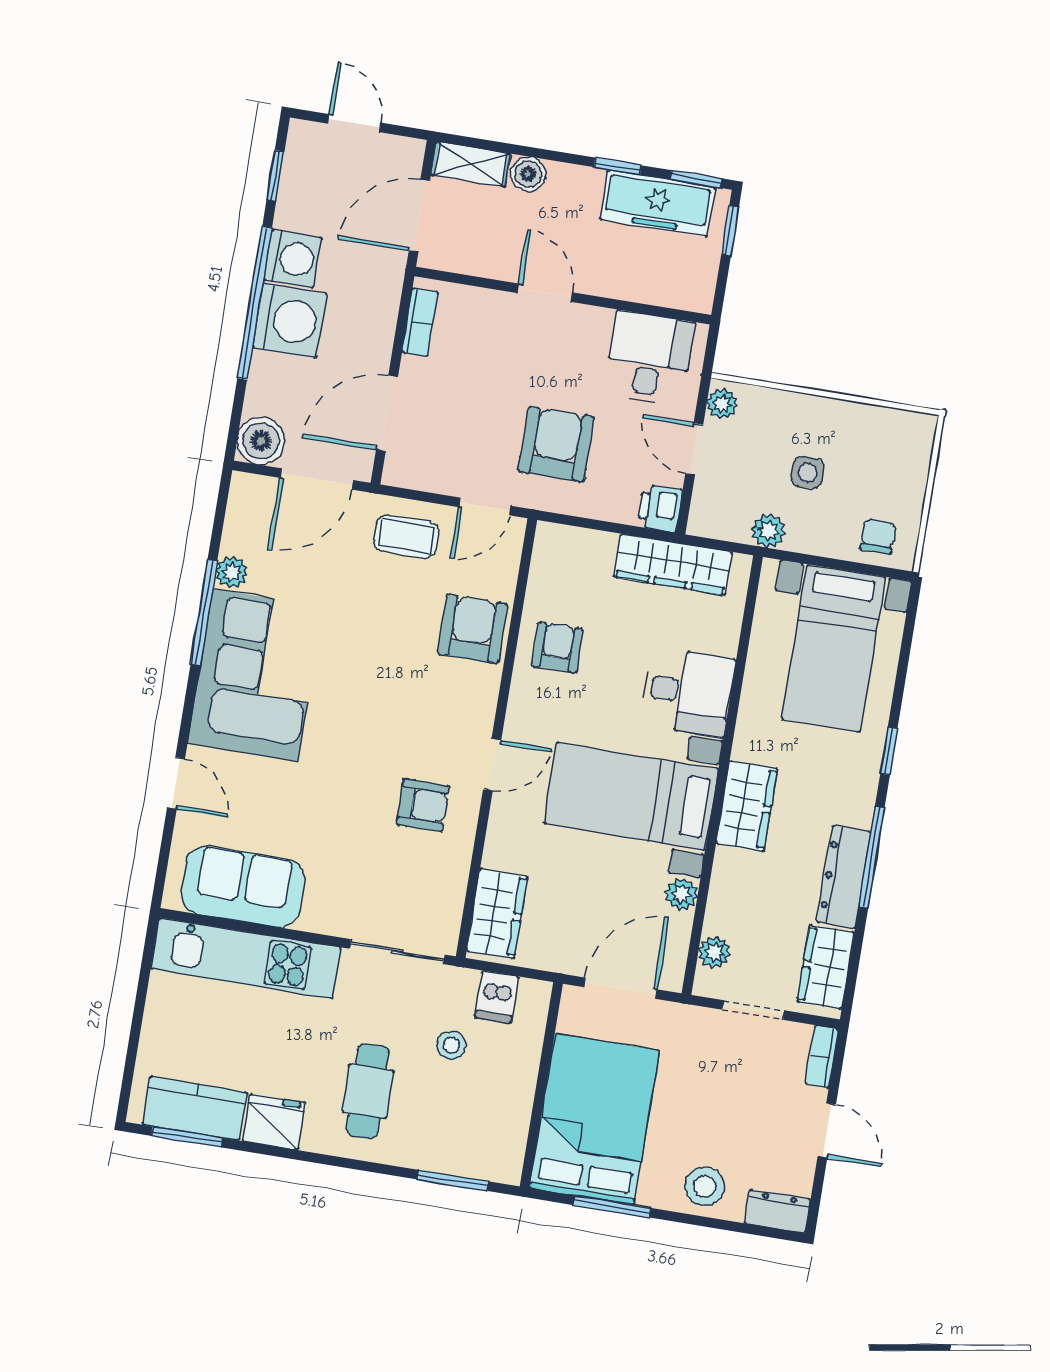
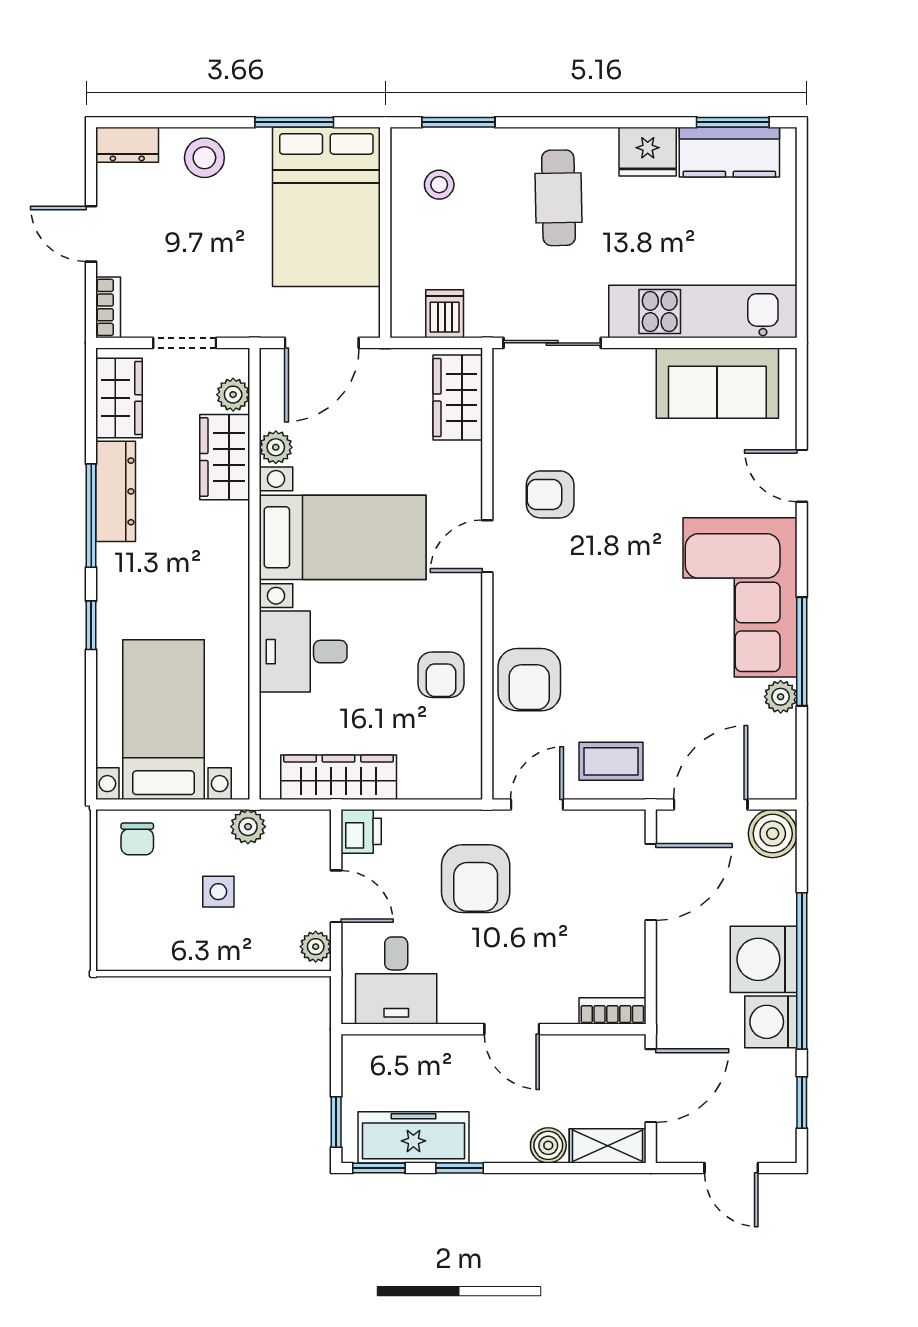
bookcase: (420, 322) -> (612, 1011), moved, turned 90
wardrobe: (747, 806) -> (225, 457), moved
stool: (451, 1045) -> (439, 185), moved

